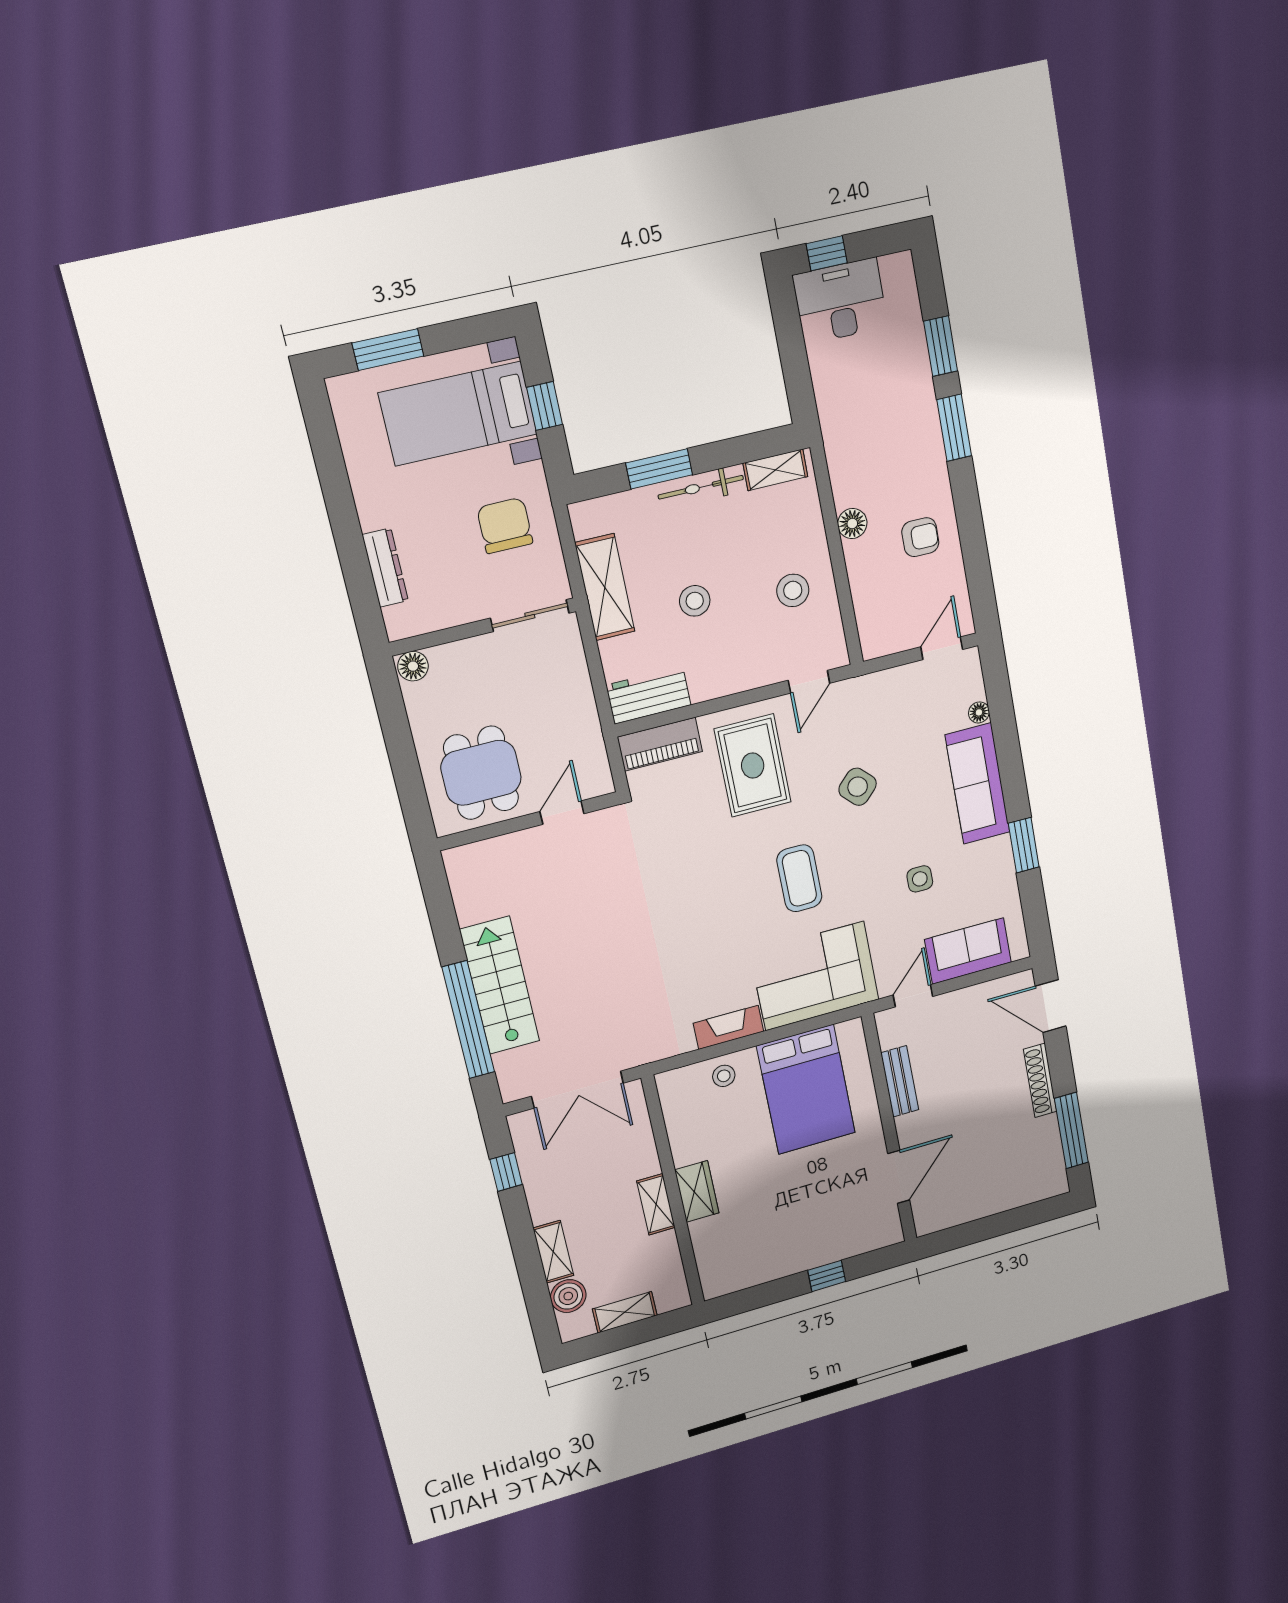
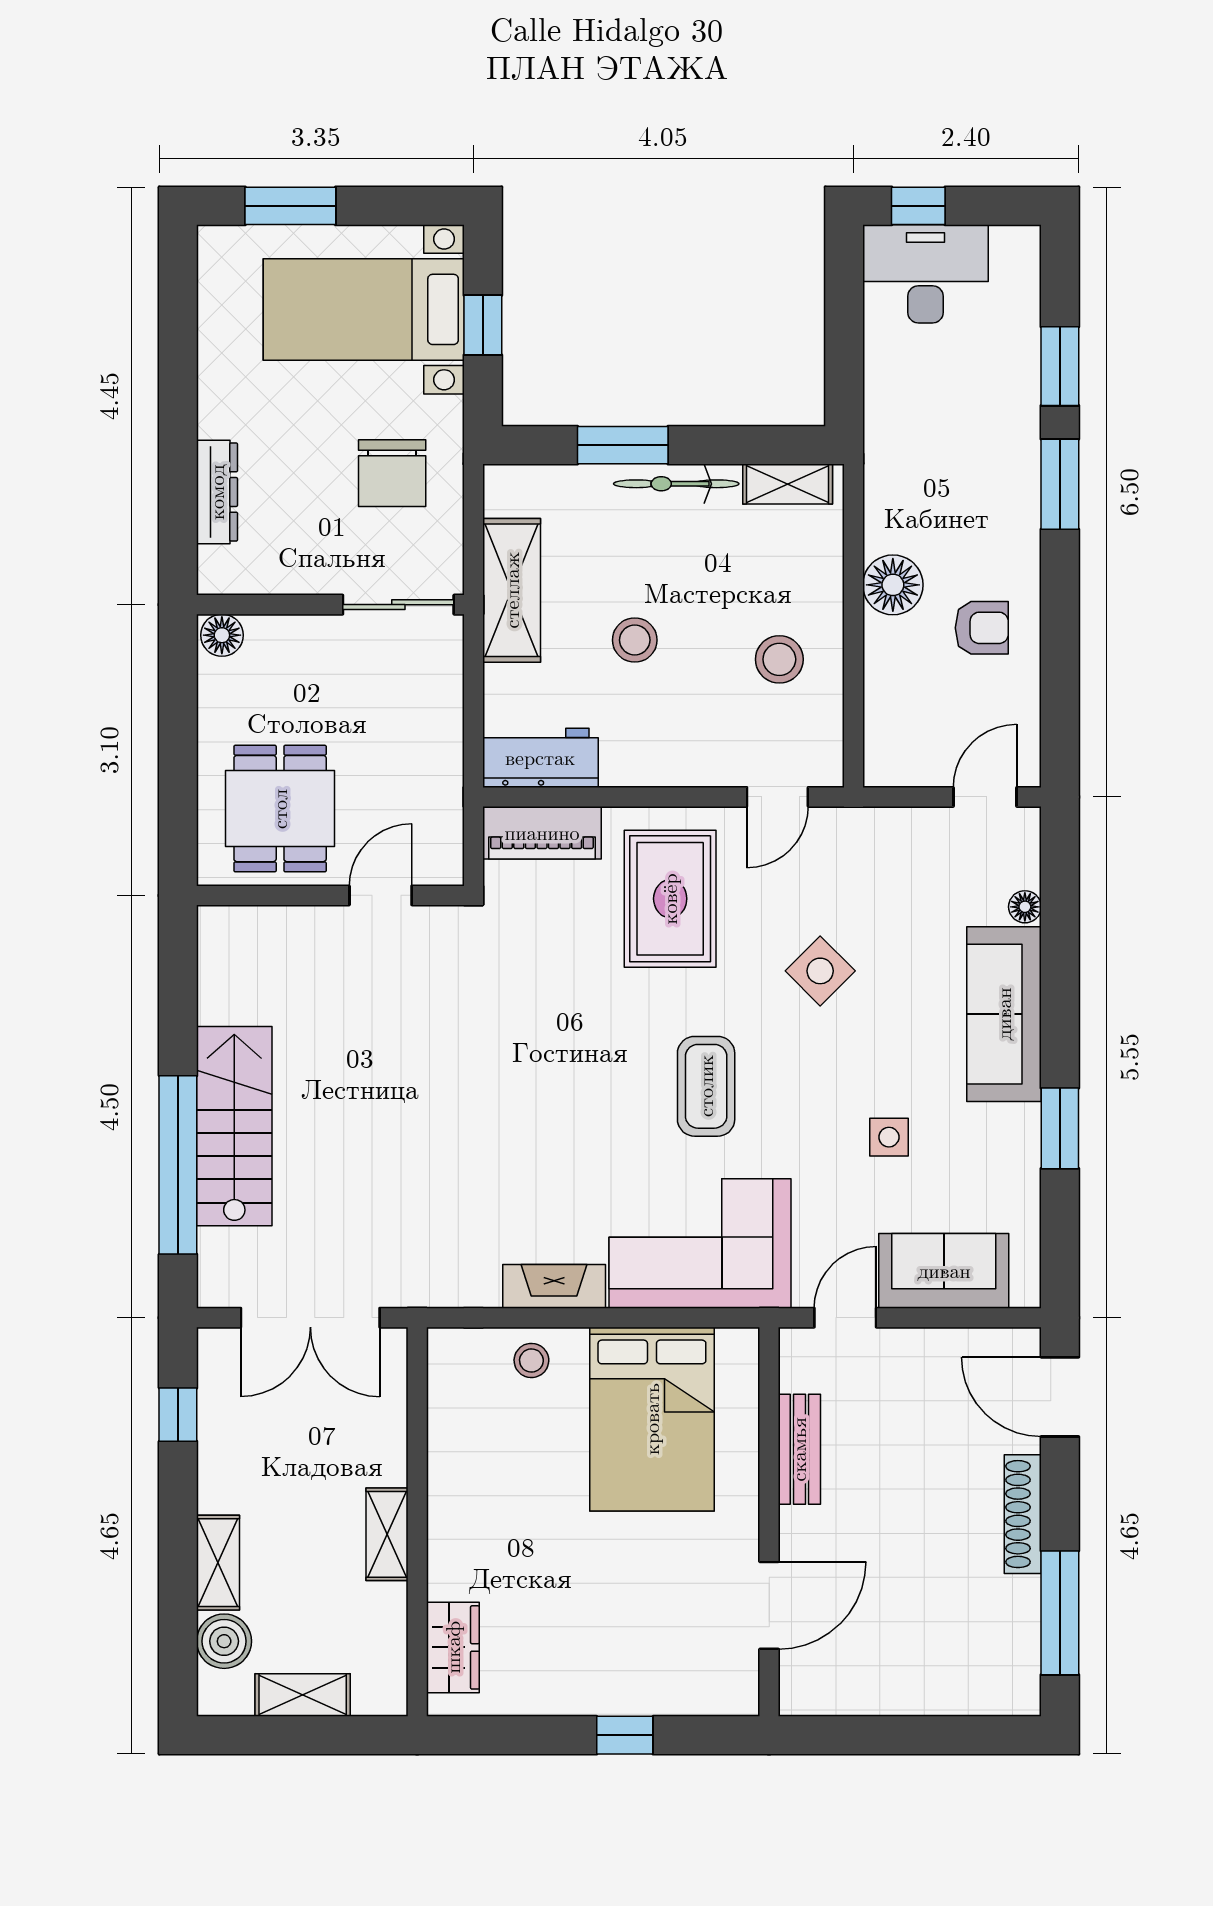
floor lamp: (852, 524) -> (893, 585), width x1.38, depth x1.38
chair: (505, 526) -> (392, 473), turned 180
wardrobe: (697, 1191) -> (453, 1647), moved

